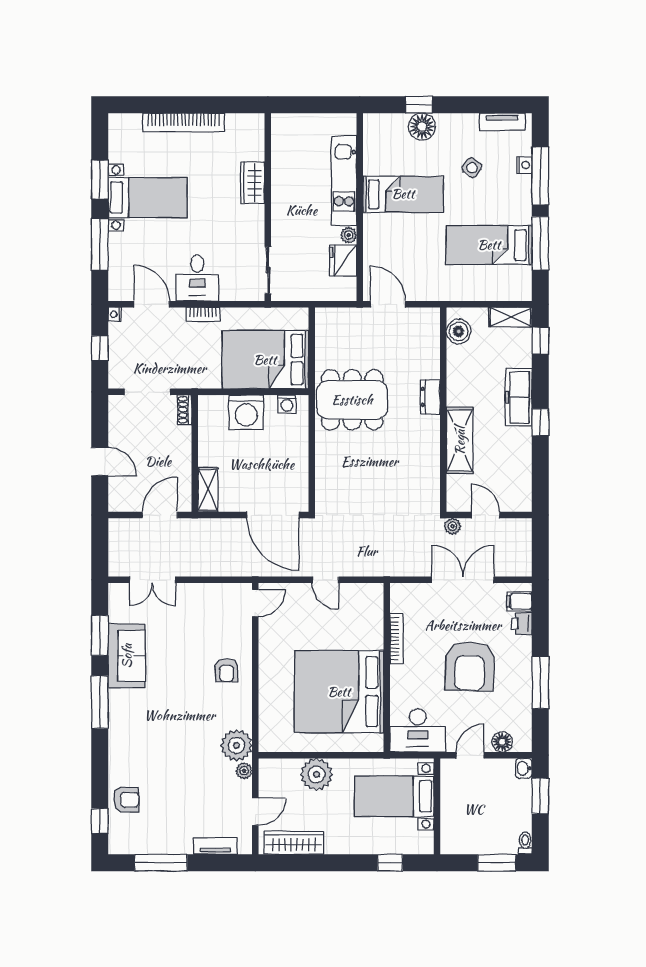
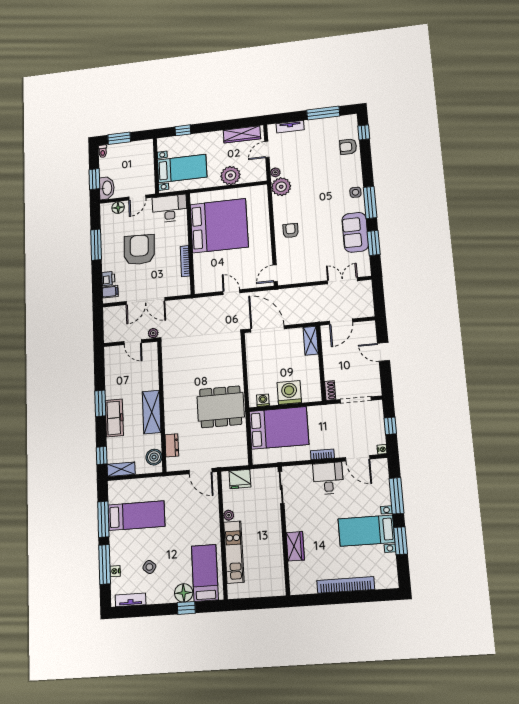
bed: (403, 194) -> (205, 573), moved, turned 90
fridge: (343, 260) -> (240, 479), moved, turned 90
dresser: (430, 397) -> (172, 445), moved
window: (540, 422) -> (100, 403), width x1.50
shelving: (460, 441) -> (152, 412), moved
side table: (121, 722) -> (355, 192), added
washbasin: (524, 768) -> (107, 188), width x1.91, depth x1.45

